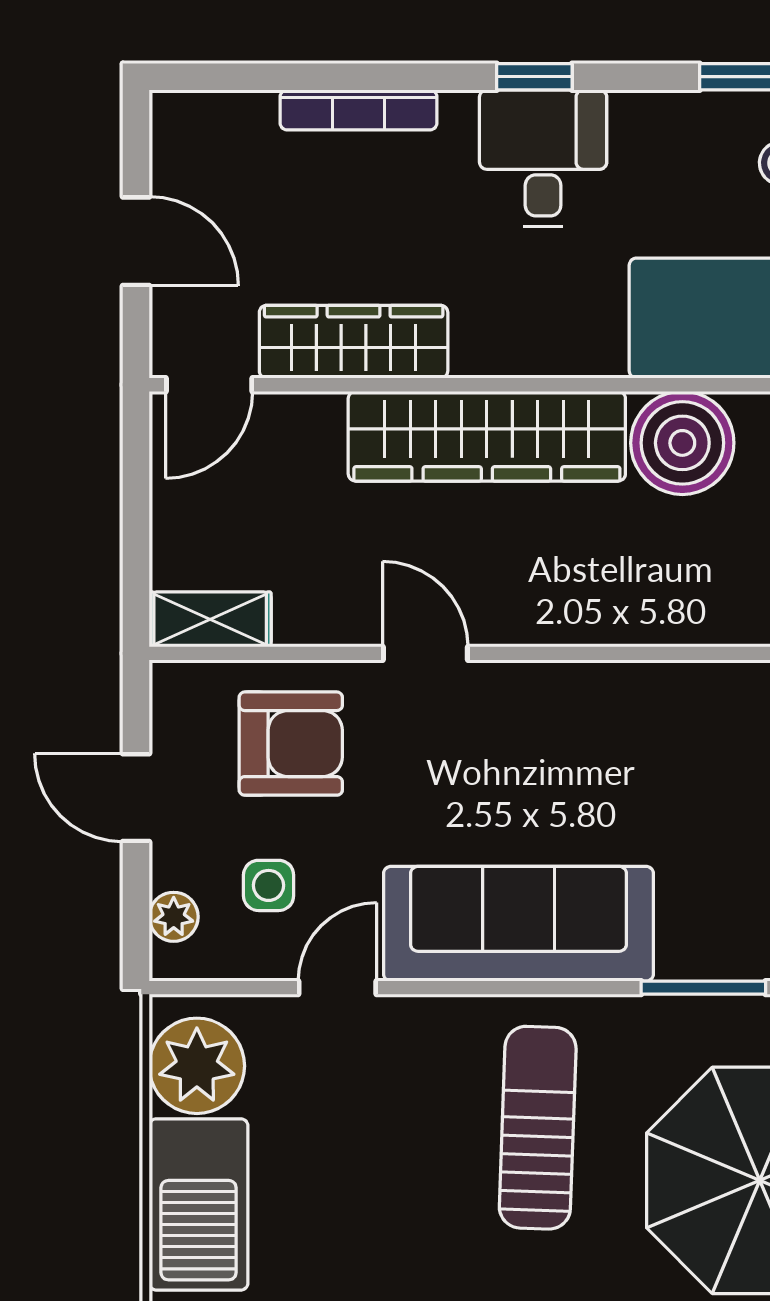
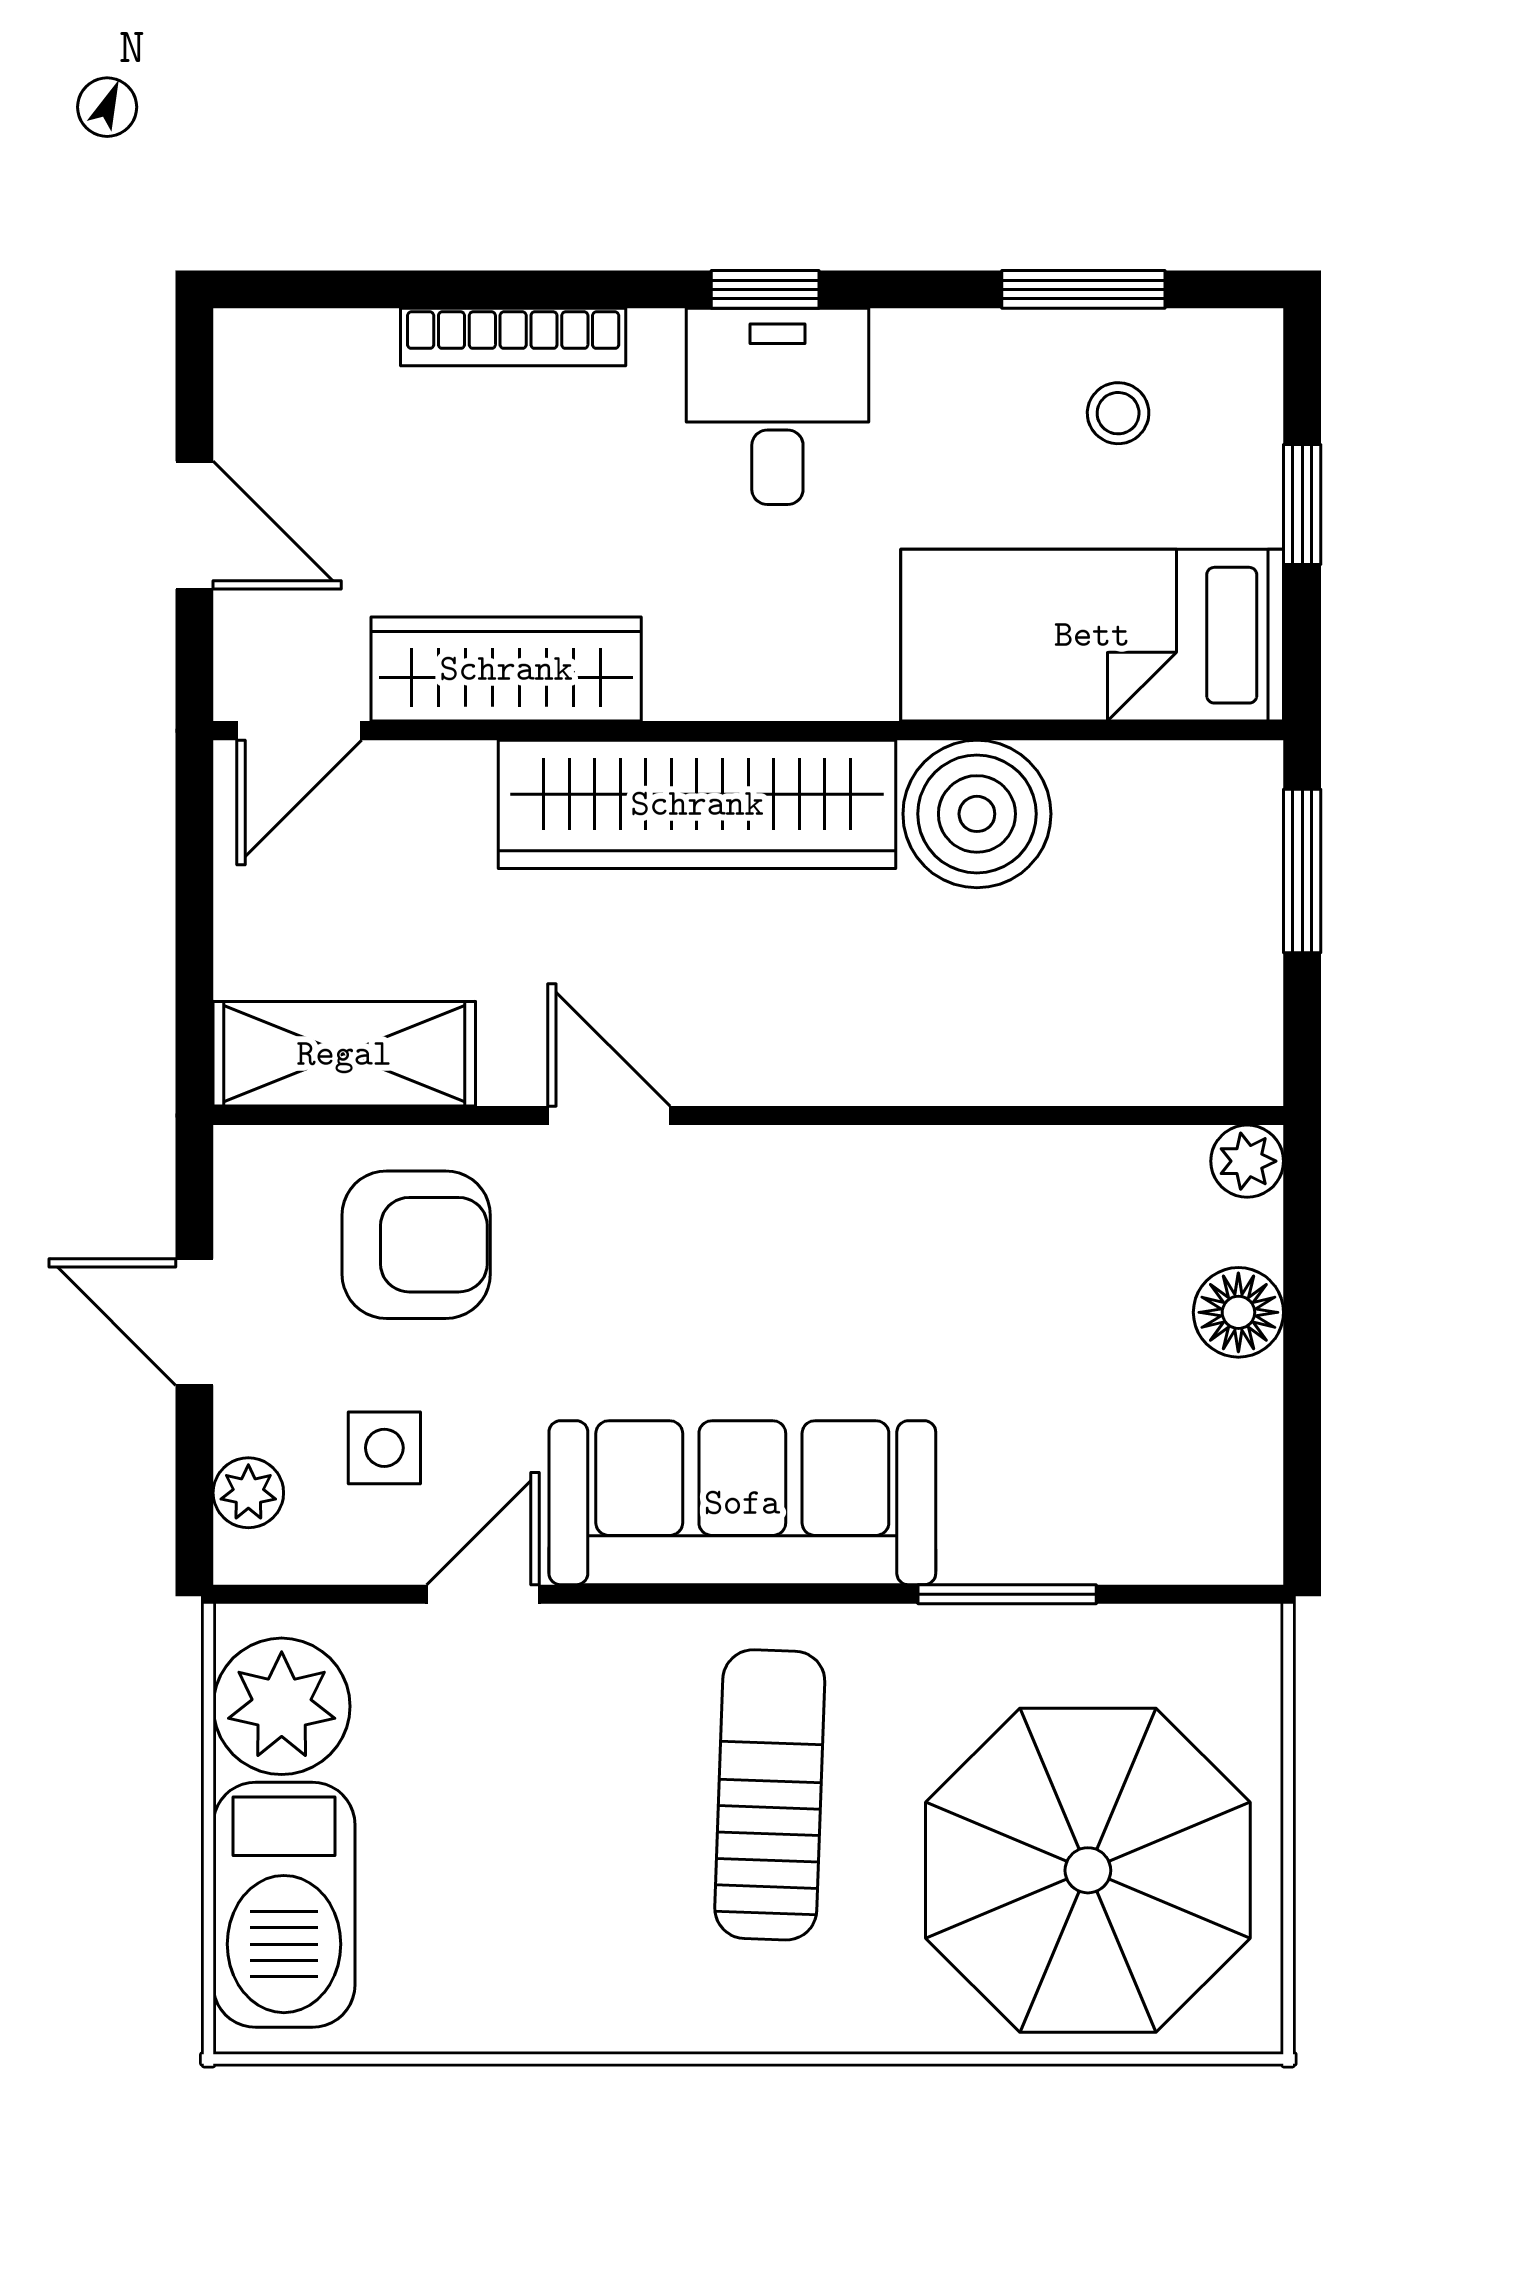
shelving: (210, 619) -> (344, 1054), width x1.50, depth x1.33

